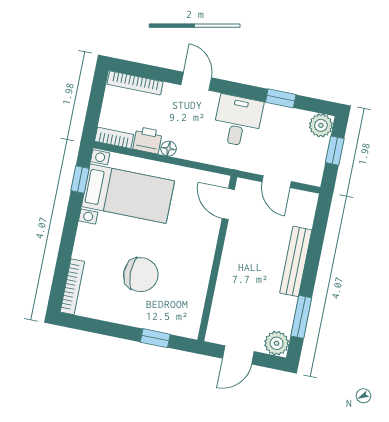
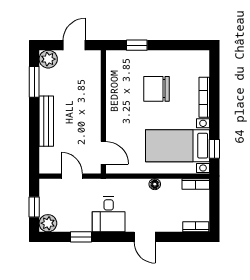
bookcase: (135, 83) -> (196, 227), width x0.64
printer: (147, 140) -> (171, 187), removed
bookcase: (72, 287) -> (204, 97), moved

